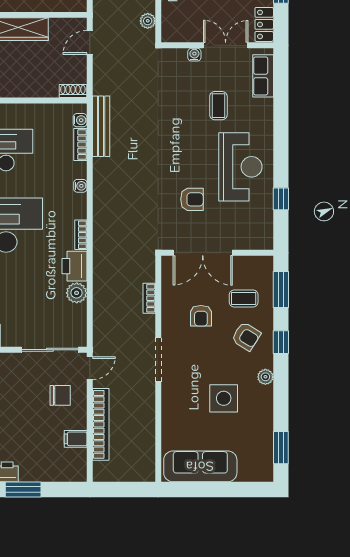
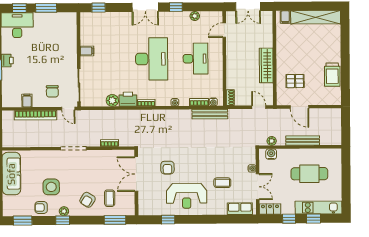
water cooler: (170, 22) -> (271, 154), added
armchair: (201, 316) -> (41, 208), moved
window: (281, 342) -> (63, 220), moved

